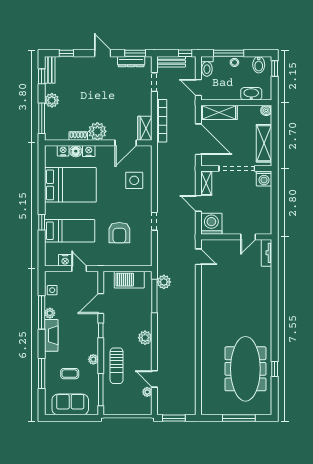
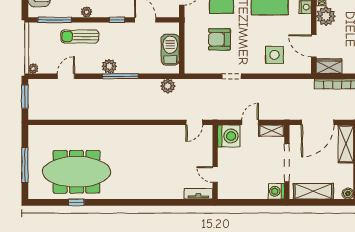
window: (154, 296) -> (120, 76), moved
plant: (147, 392) -> (33, 69), moved

